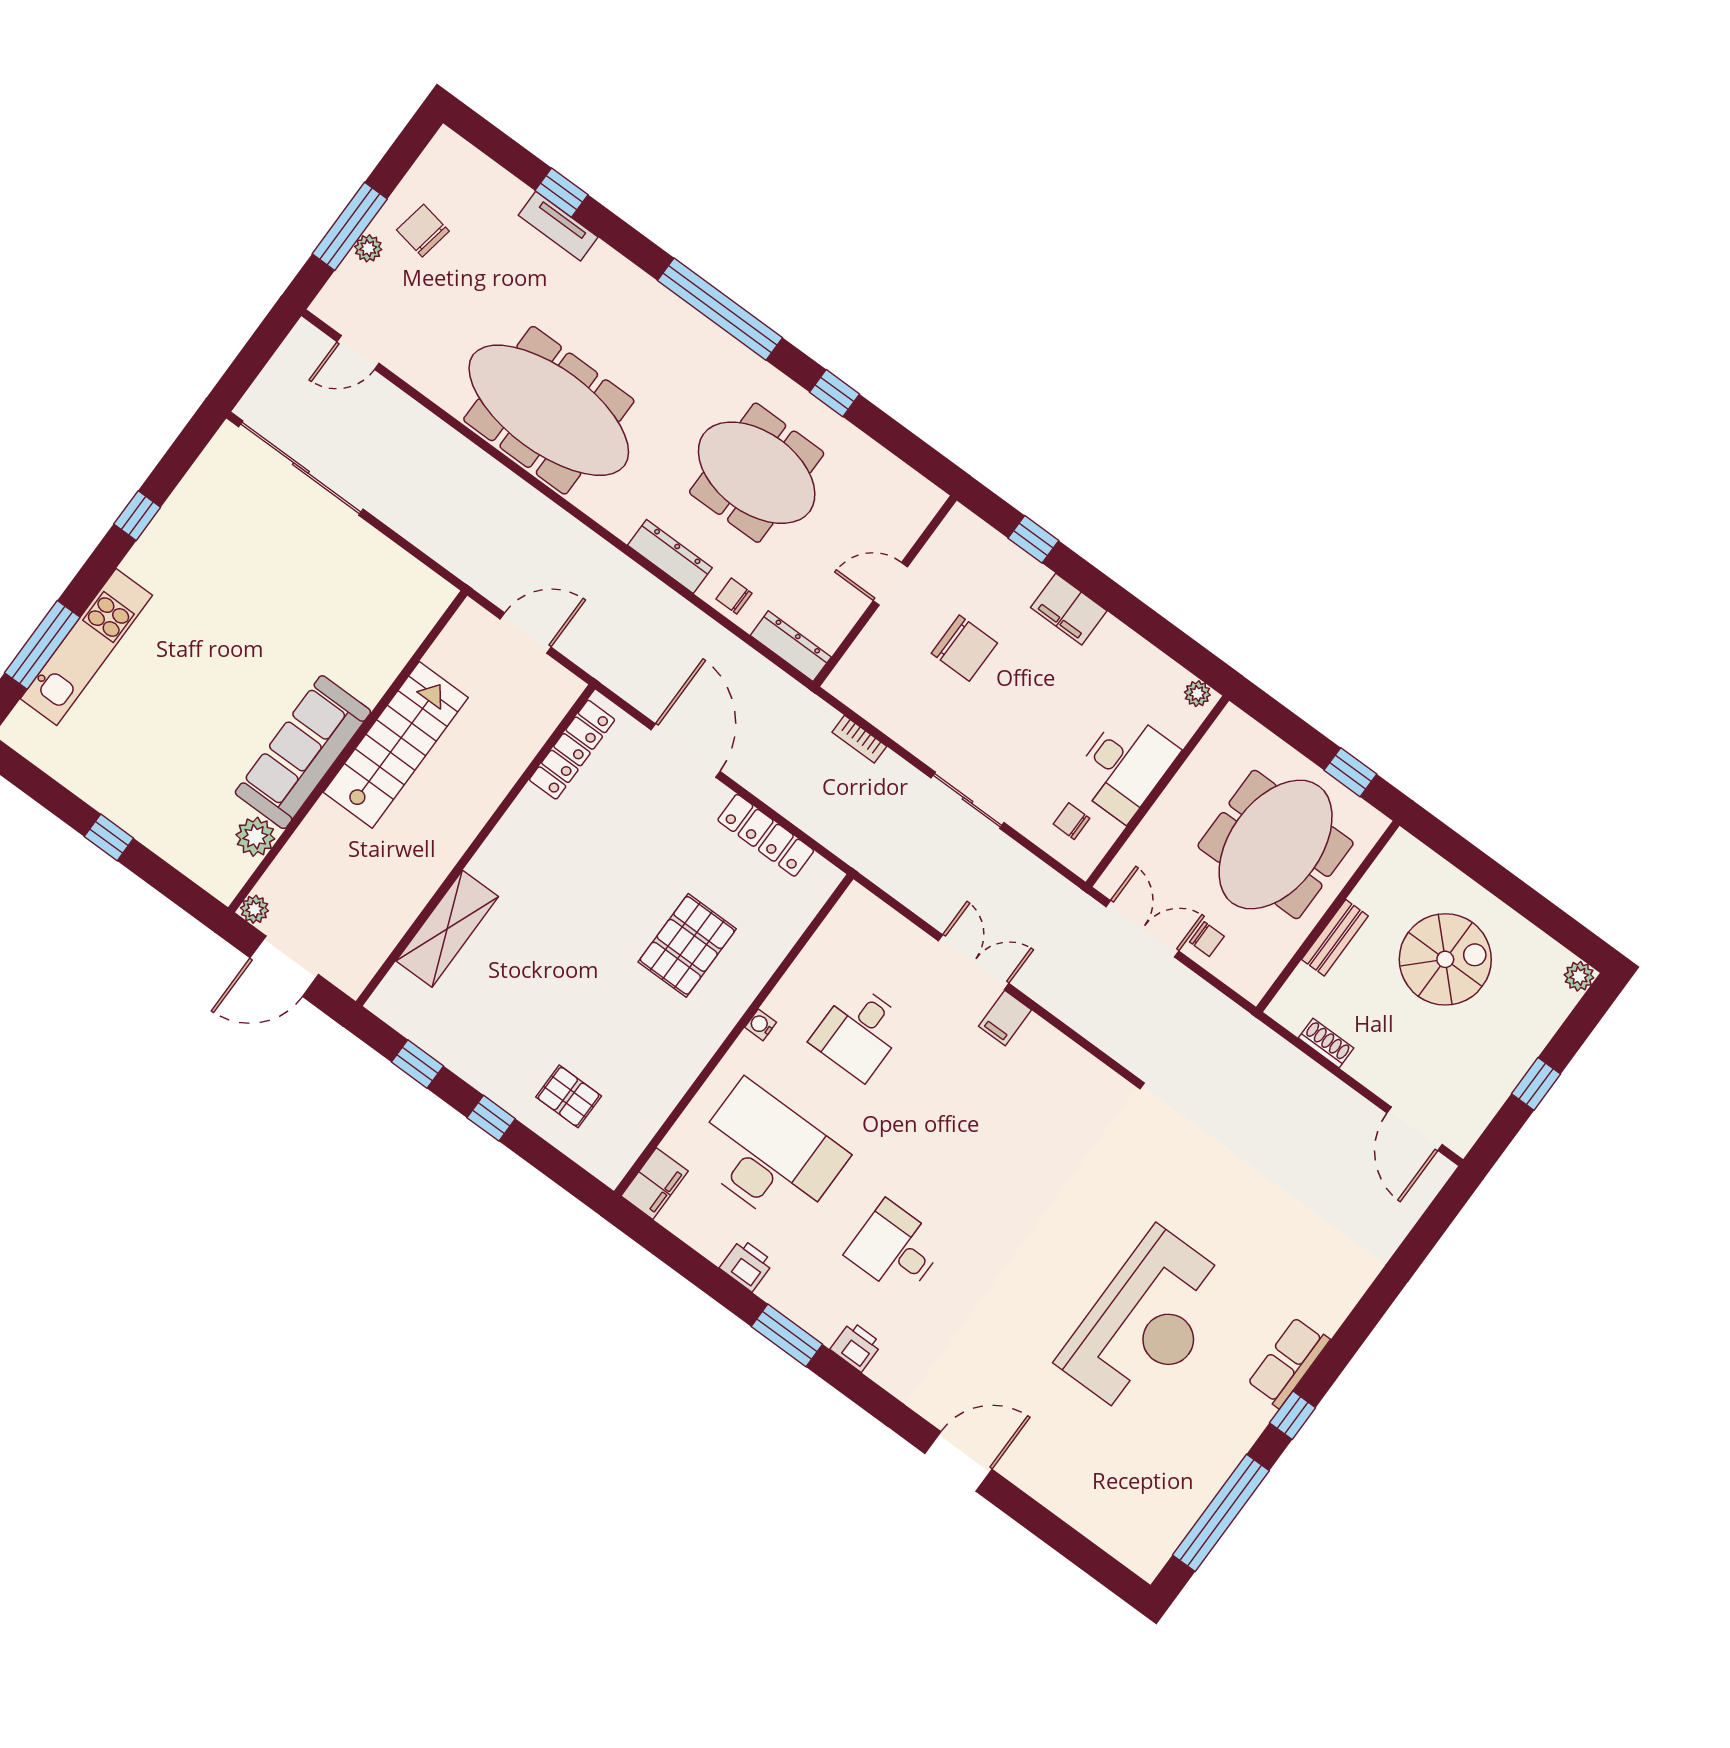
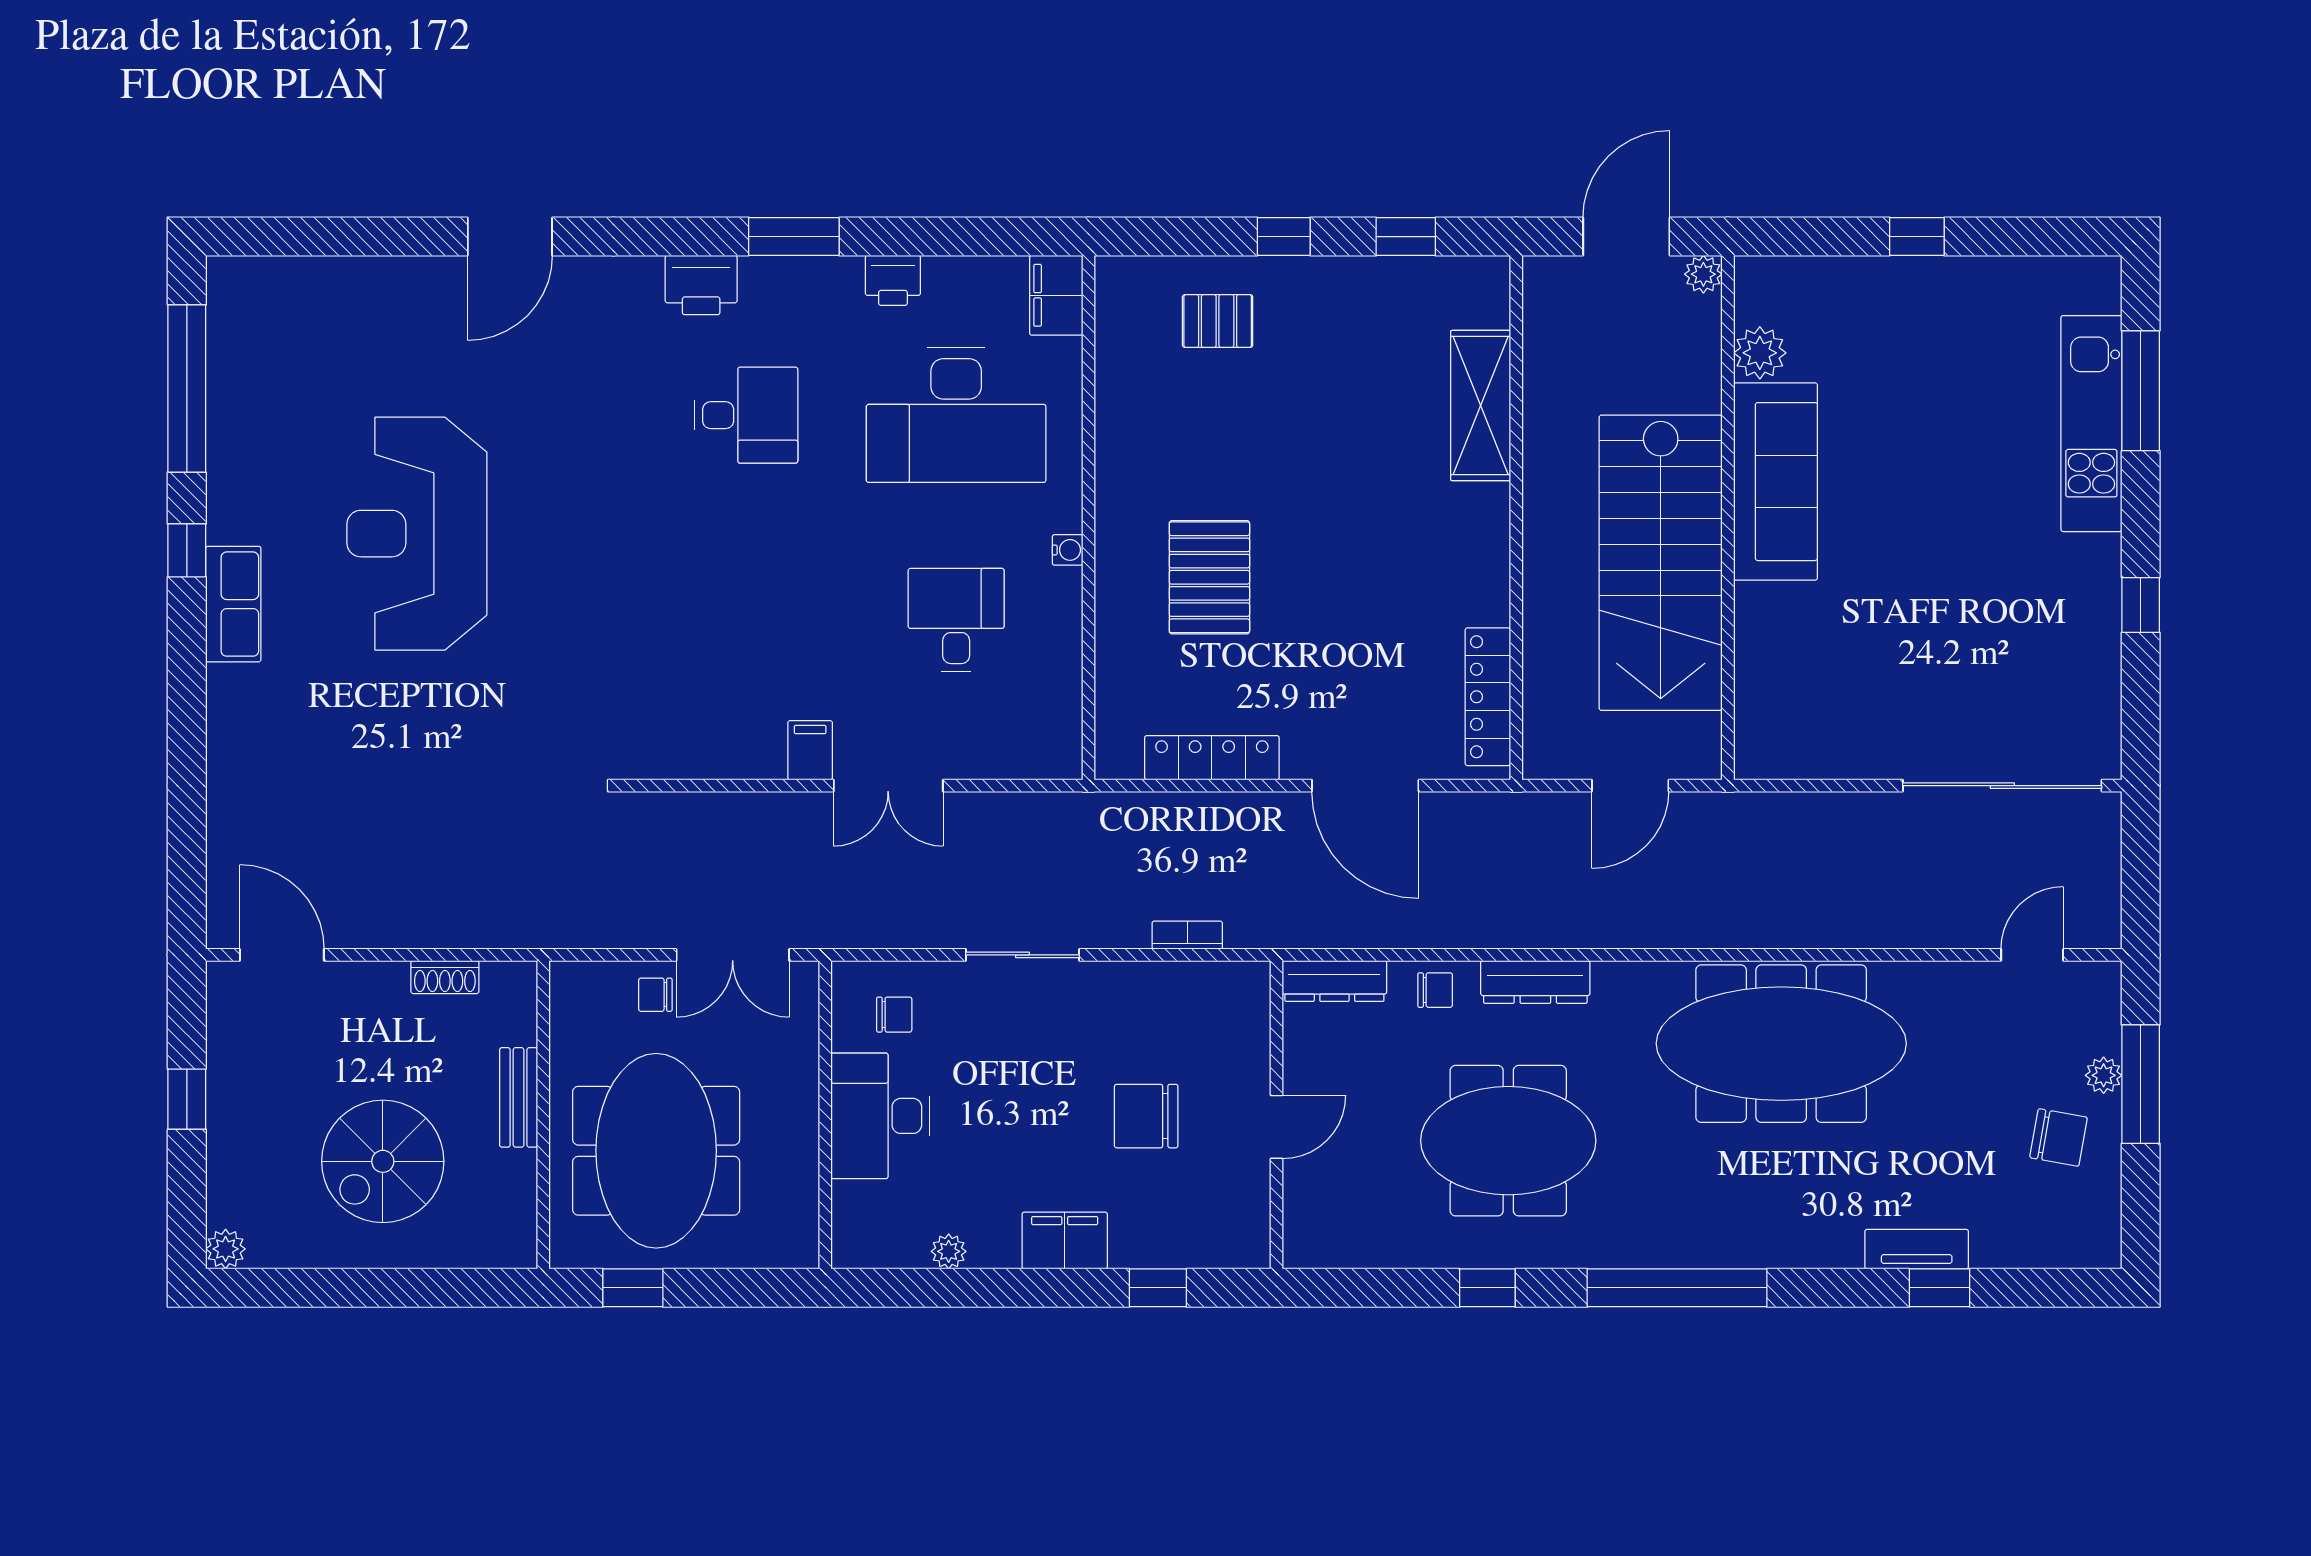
plant: (1197, 694) -> (949, 1251), moved
stairs: (396, 745) -> (1661, 563), width x1.36, depth x1.51
printer: (856, 1346) -> (701, 285), width x1.36, depth x1.24

